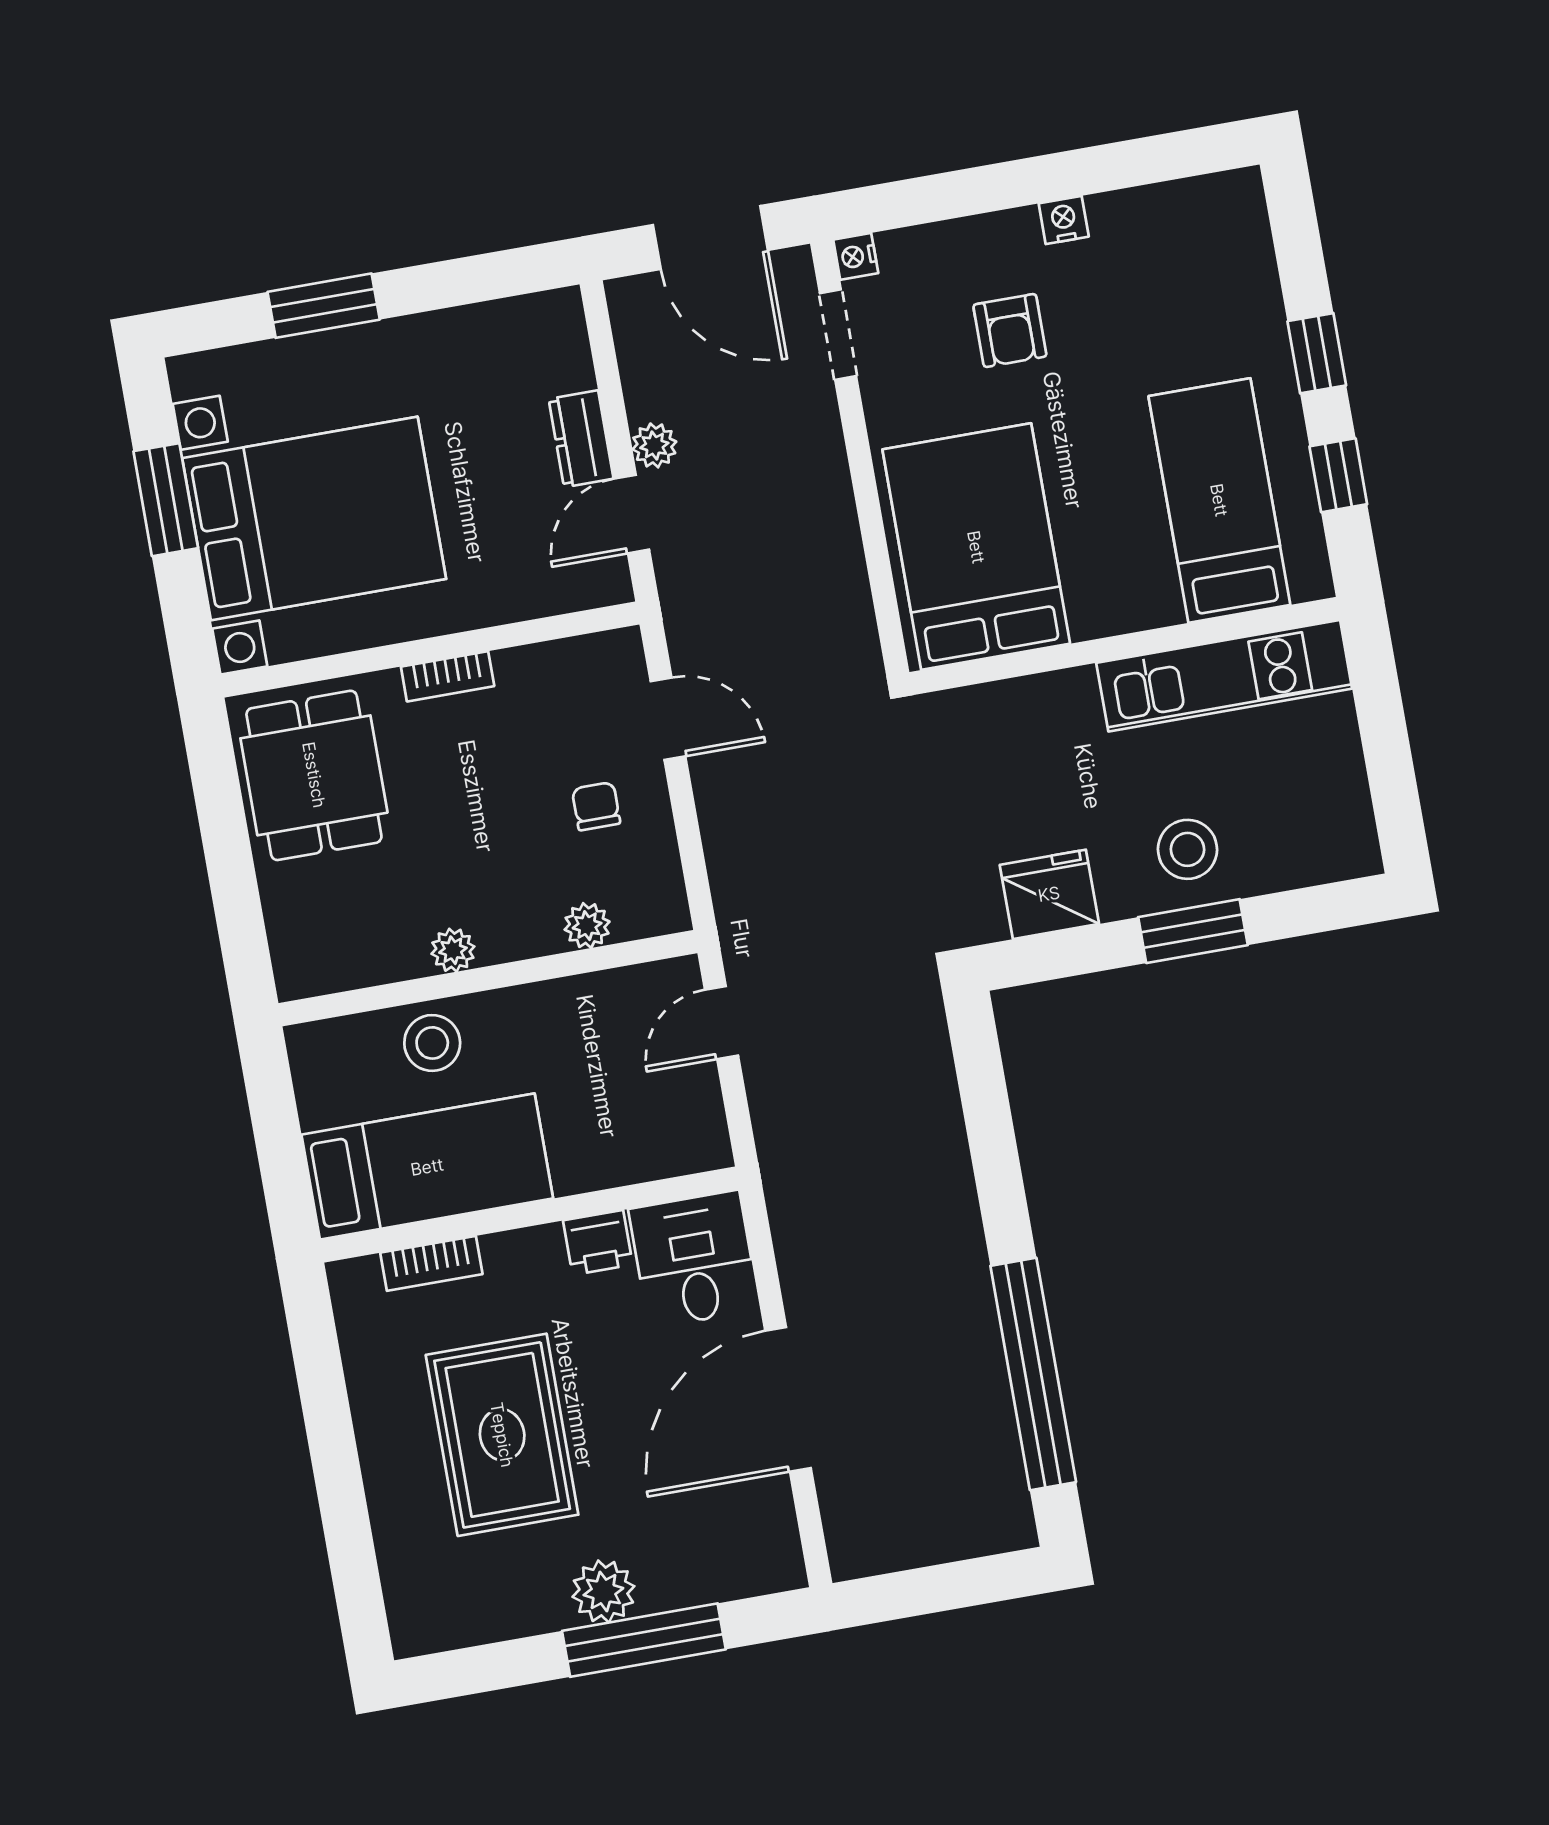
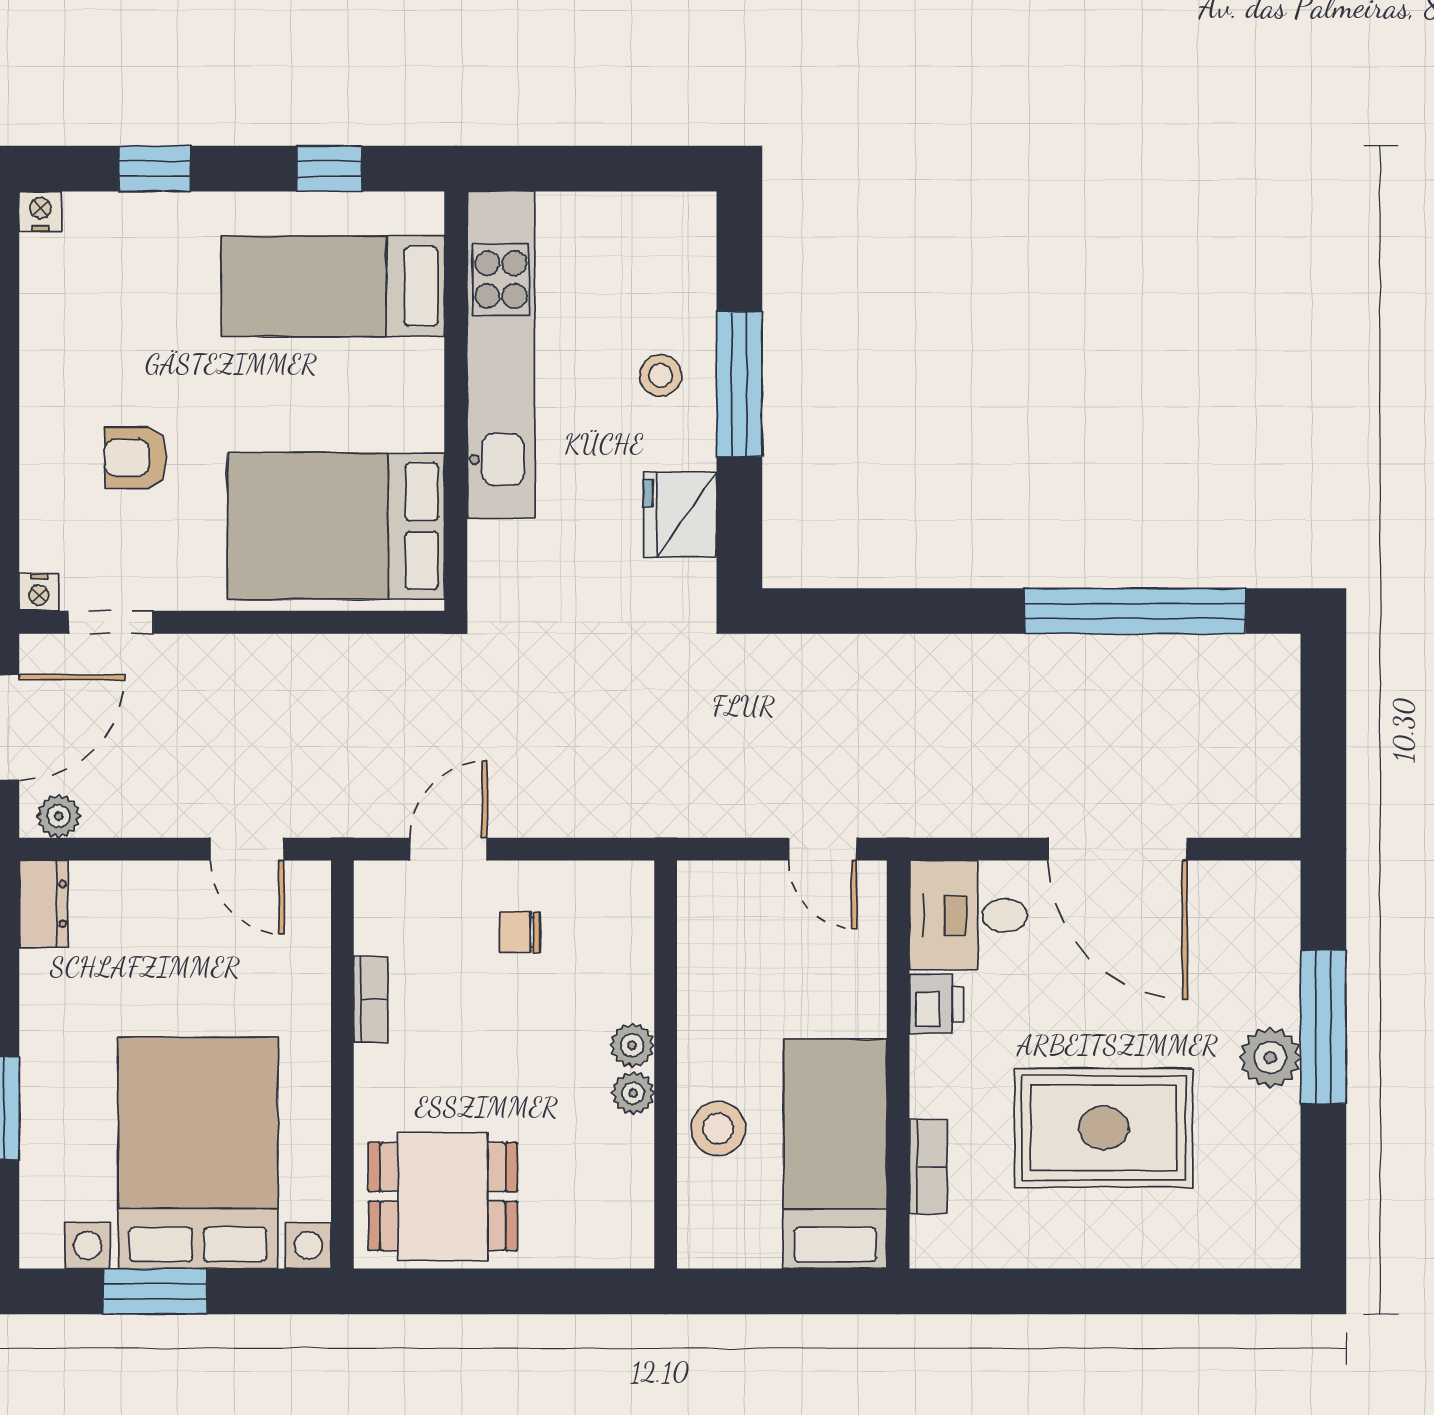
nightstand: (1064, 220) -> (40, 211), moved, turned 90
armchair: (1010, 331) -> (136, 458), turned 180
window: (1317, 353) -> (154, 169), moved
dresser: (581, 439) -> (44, 904), moved, turned -90
plant: (654, 445) -> (59, 816), moved
bookcase: (448, 676) -> (371, 999), moved
kitchen unit: (1224, 676) -> (501, 355), width x1.36
stool: (1187, 849) -> (660, 375), width x0.73, depth x0.73
plant: (587, 926) -> (632, 1045), moved
window: (1193, 931) -> (739, 384), width x1.44
door: (722, 1023) -> (823, 849), moved

